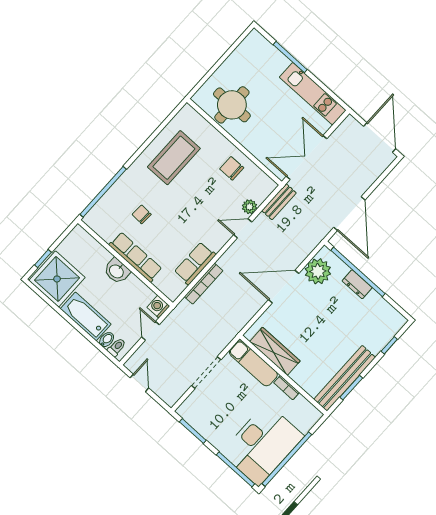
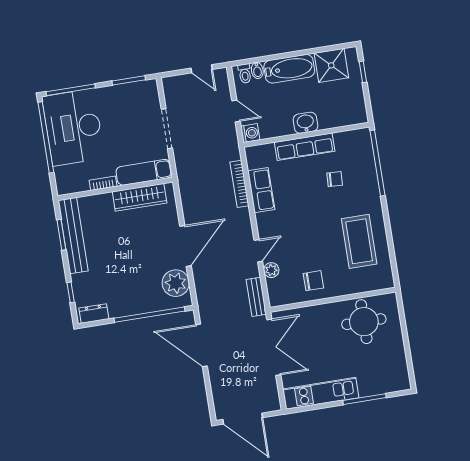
shower: (57, 279) -> (331, 65), width x0.73, depth x0.73
dresser: (357, 284) -> (94, 313), moved

